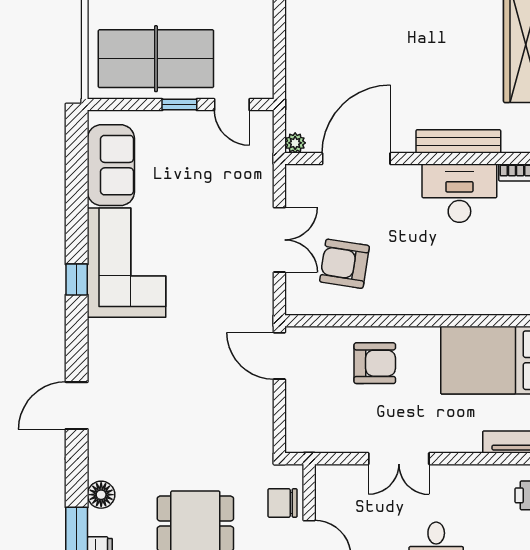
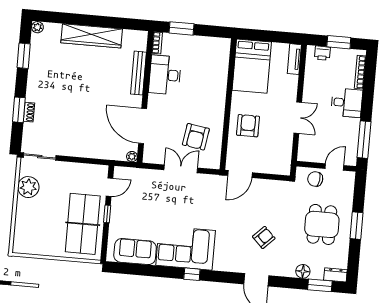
armchair: (160, 413) -> (264, 237), added
chair: (283, 503) -> (315, 179), turned 97

